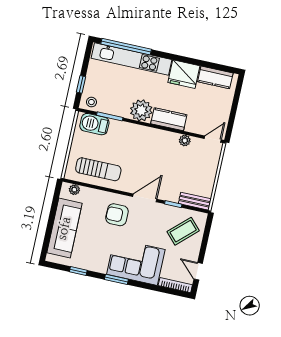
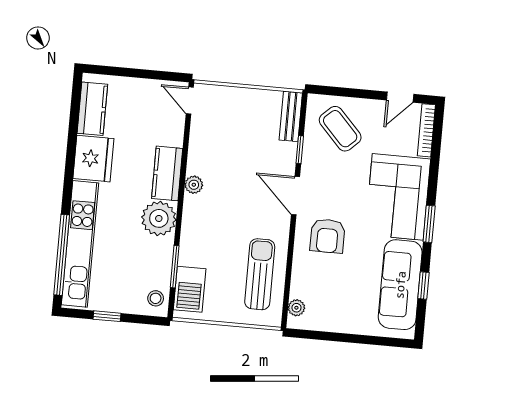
window: (81, 84) -> (107, 316), moved
plant: (185, 141) -> (194, 185), moved
sofa: (64, 228) -> (400, 285), moved, turned -90

